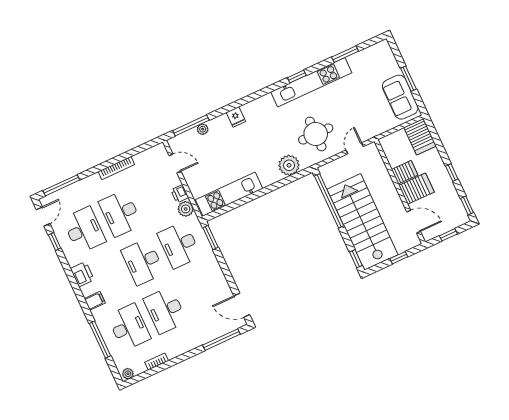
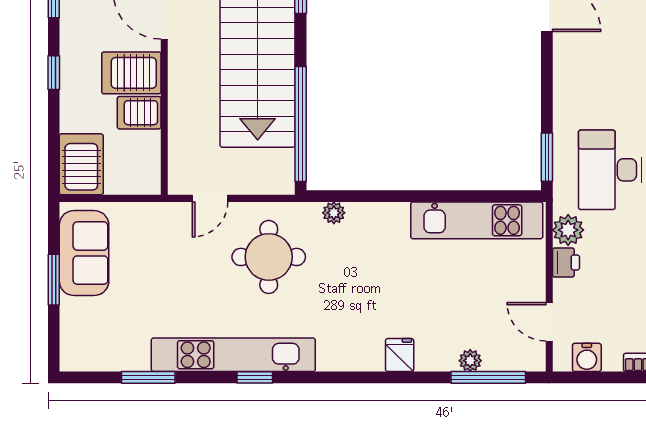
water cooler: (150, 155) -> (587, 357), added
plant: (289, 165) -> (334, 213), width x0.53, depth x0.53
desk: (179, 245) -> (610, 170), turned 180

